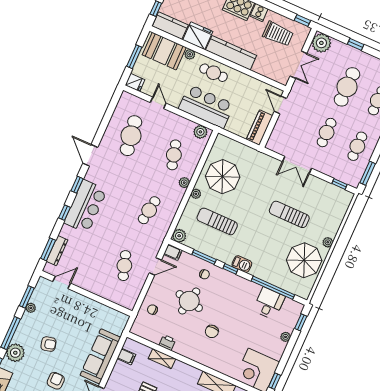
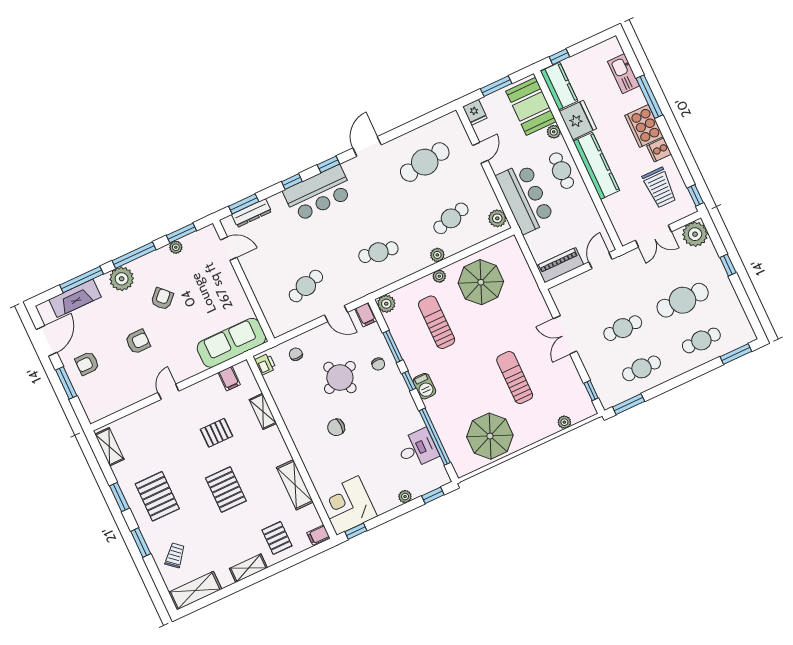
plant: (328, 242) -> (564, 422), moved
round table: (189, 301) -> (340, 377), turned -34
printer: (167, 343) -> (265, 364), moved
armchair: (48, 344) -> (162, 299), turned -122
sofa: (100, 356) -> (231, 343), moved

